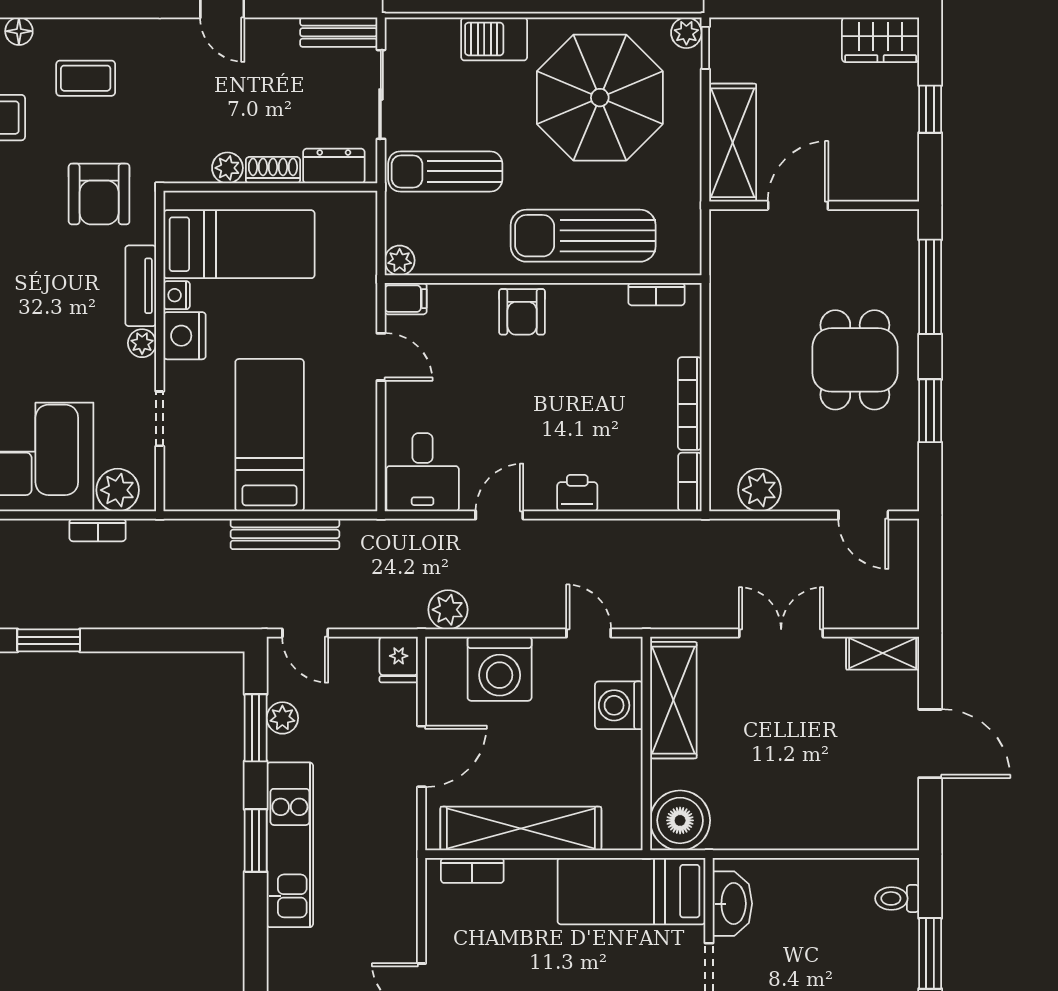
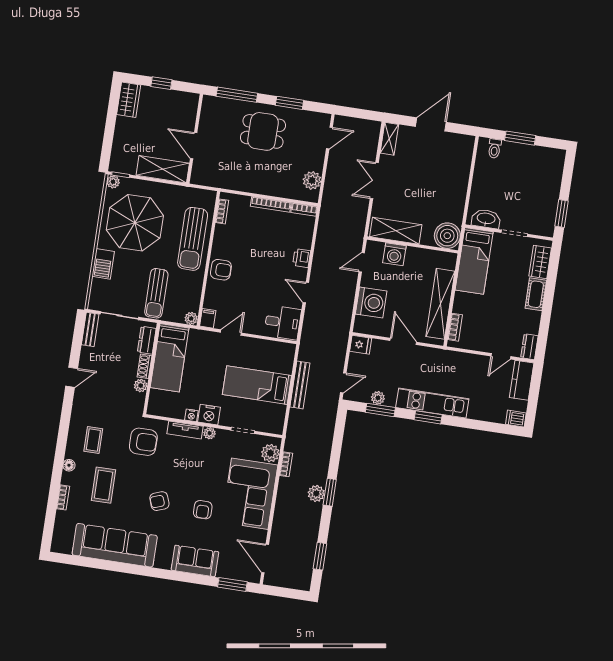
bed: (239, 244) -> (170, 358), moved, turned 180
plant: (448, 610) -> (316, 493), moved

